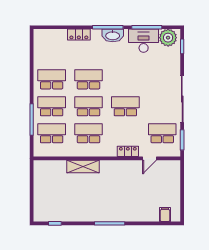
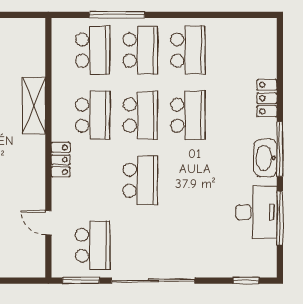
plant: (168, 38) -> (262, 256), removed
locker: (128, 151) -> (61, 160), moved

